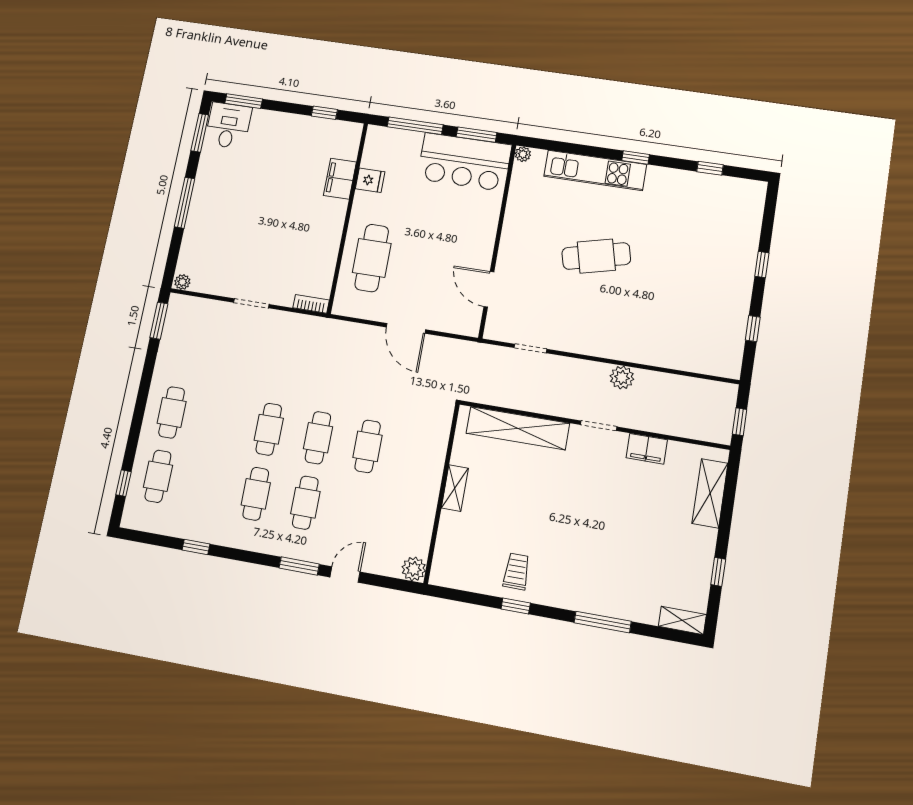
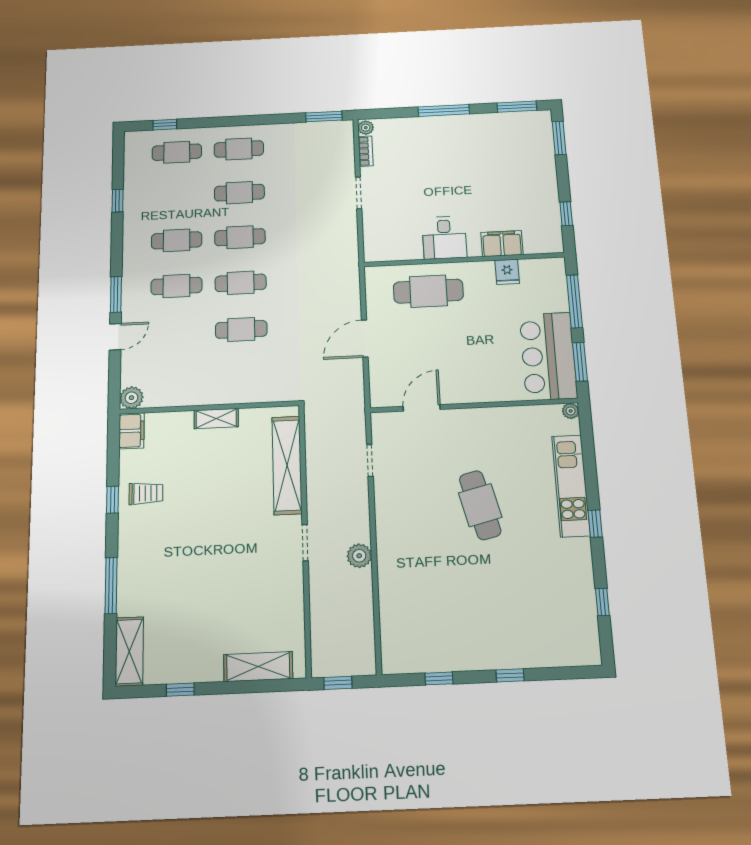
desk: (228, 126) -> (444, 238), moved, turned 90
bookcase: (311, 304) -> (366, 151), moved
cafe table: (220, 421) -> (239, 193), added
filing cabinet: (647, 449) -> (131, 431), moved, turned 180
door: (345, 574) -> (115, 337), hinge flipped
shelving: (682, 620) -> (129, 651), width x1.50, depth x1.33

